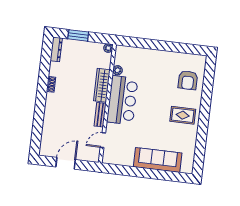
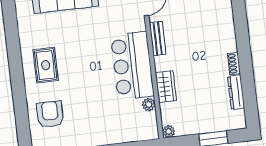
dresser: (56, 49) -> (236, 92), moved
wardrobe: (102, 85) -> (166, 87), width x0.67
rug: (183, 115) -> (46, 65), turned 90

